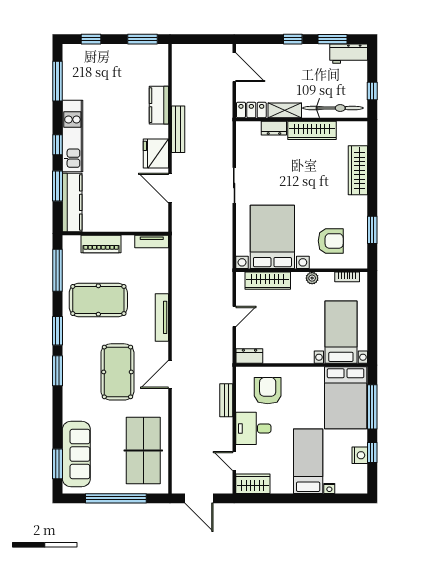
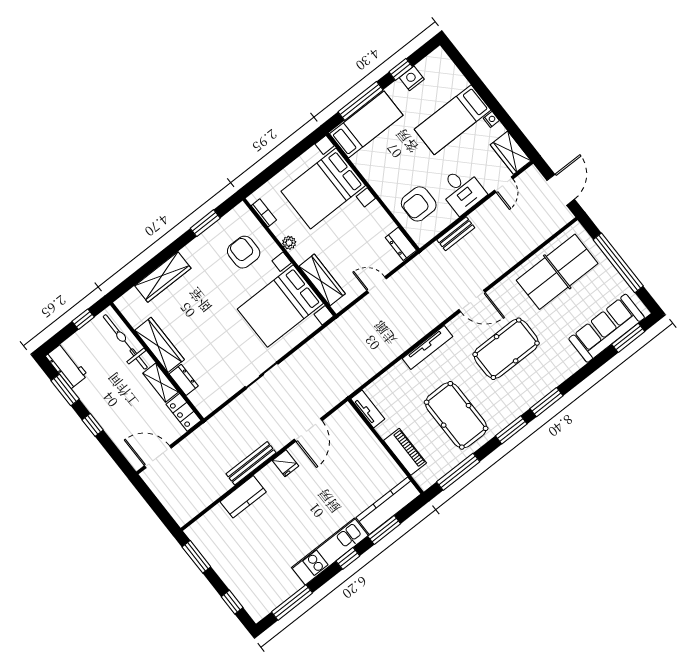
door: (234, 67) -> (158, 457), hinge flipped
fridge: (156, 154) -> (285, 463), width x0.53, depth x0.75
bed with nightstands: (341, 332) -> (323, 188), width x1.36
bed: (346, 398) -> (366, 124), width x0.67
nightstand: (329, 488) -> (491, 119), moved

